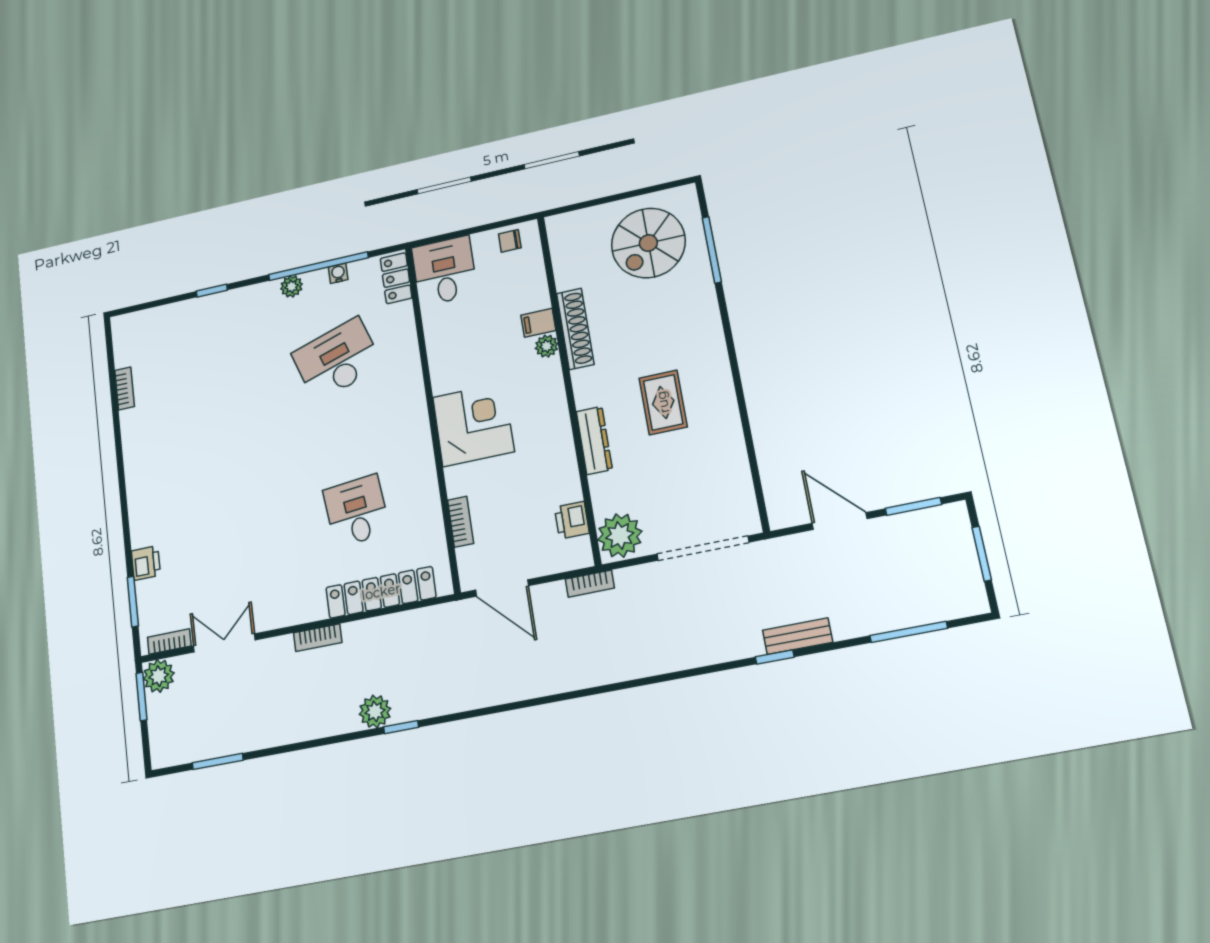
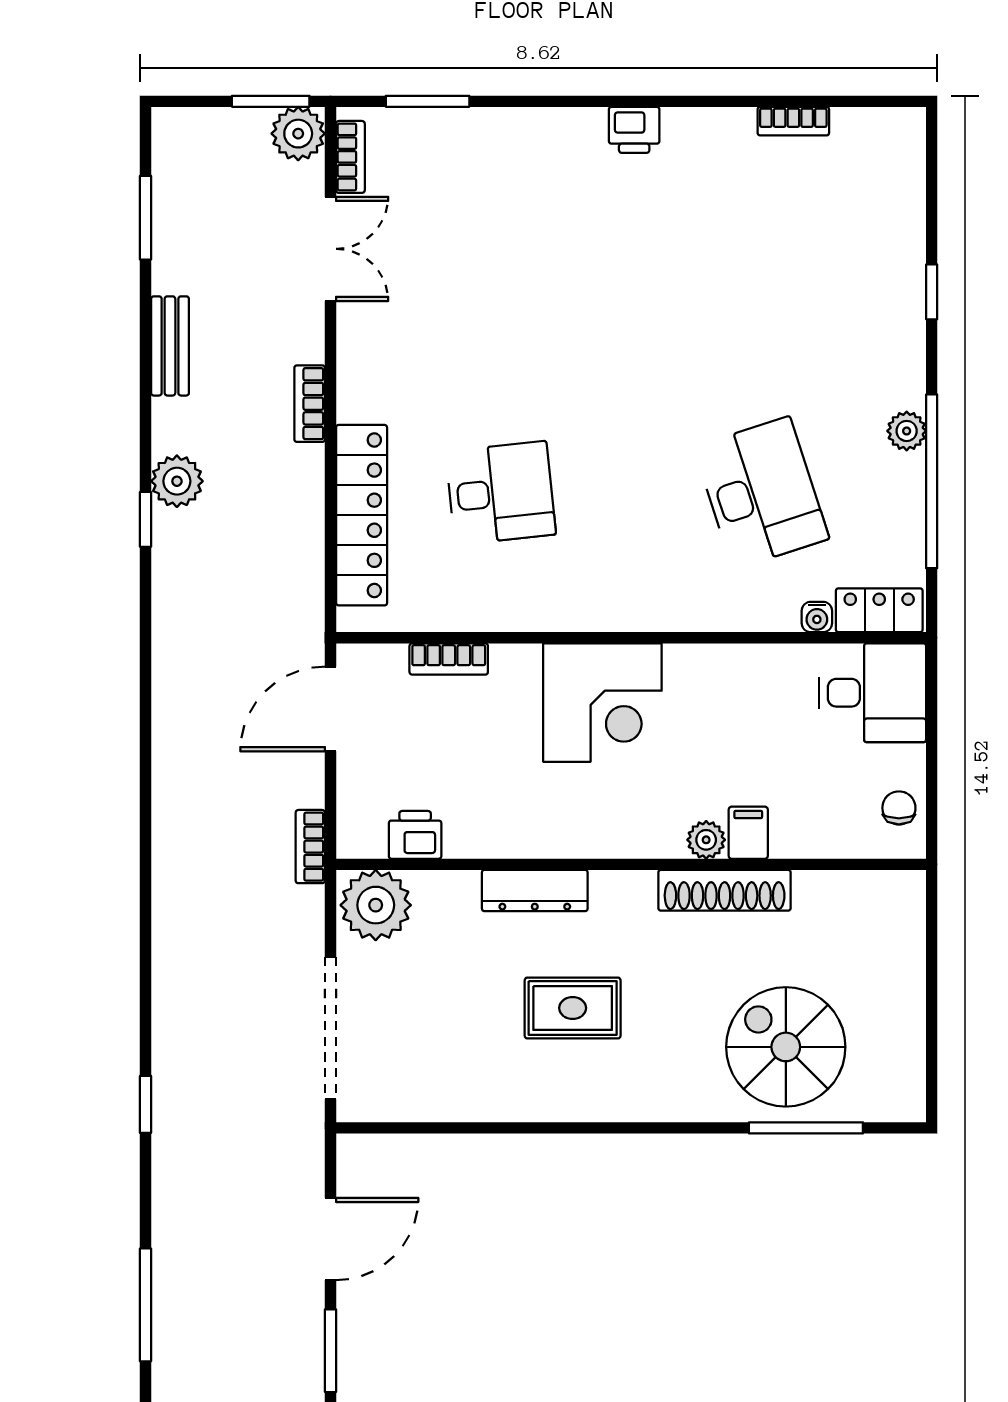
spiral stairs: (648, 243) -> (786, 1047), moved
water cooler: (338, 273) -> (817, 617), moved, turned 90
printer: (146, 563) -> (634, 130), moved
bench: (798, 636) -> (170, 346), moved

